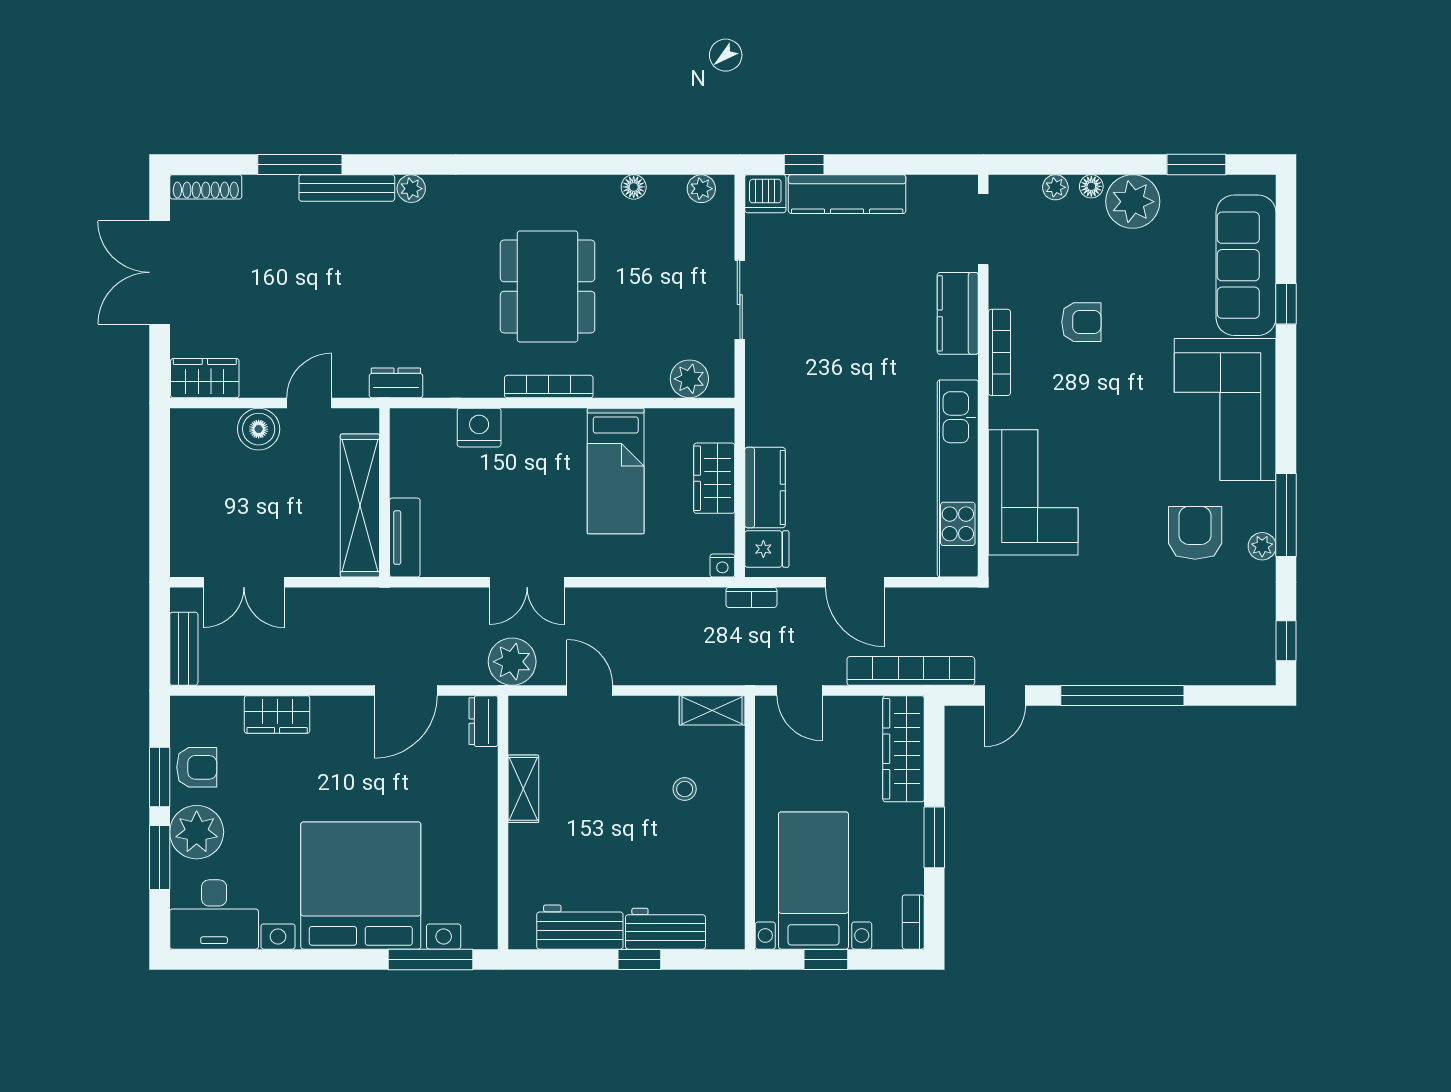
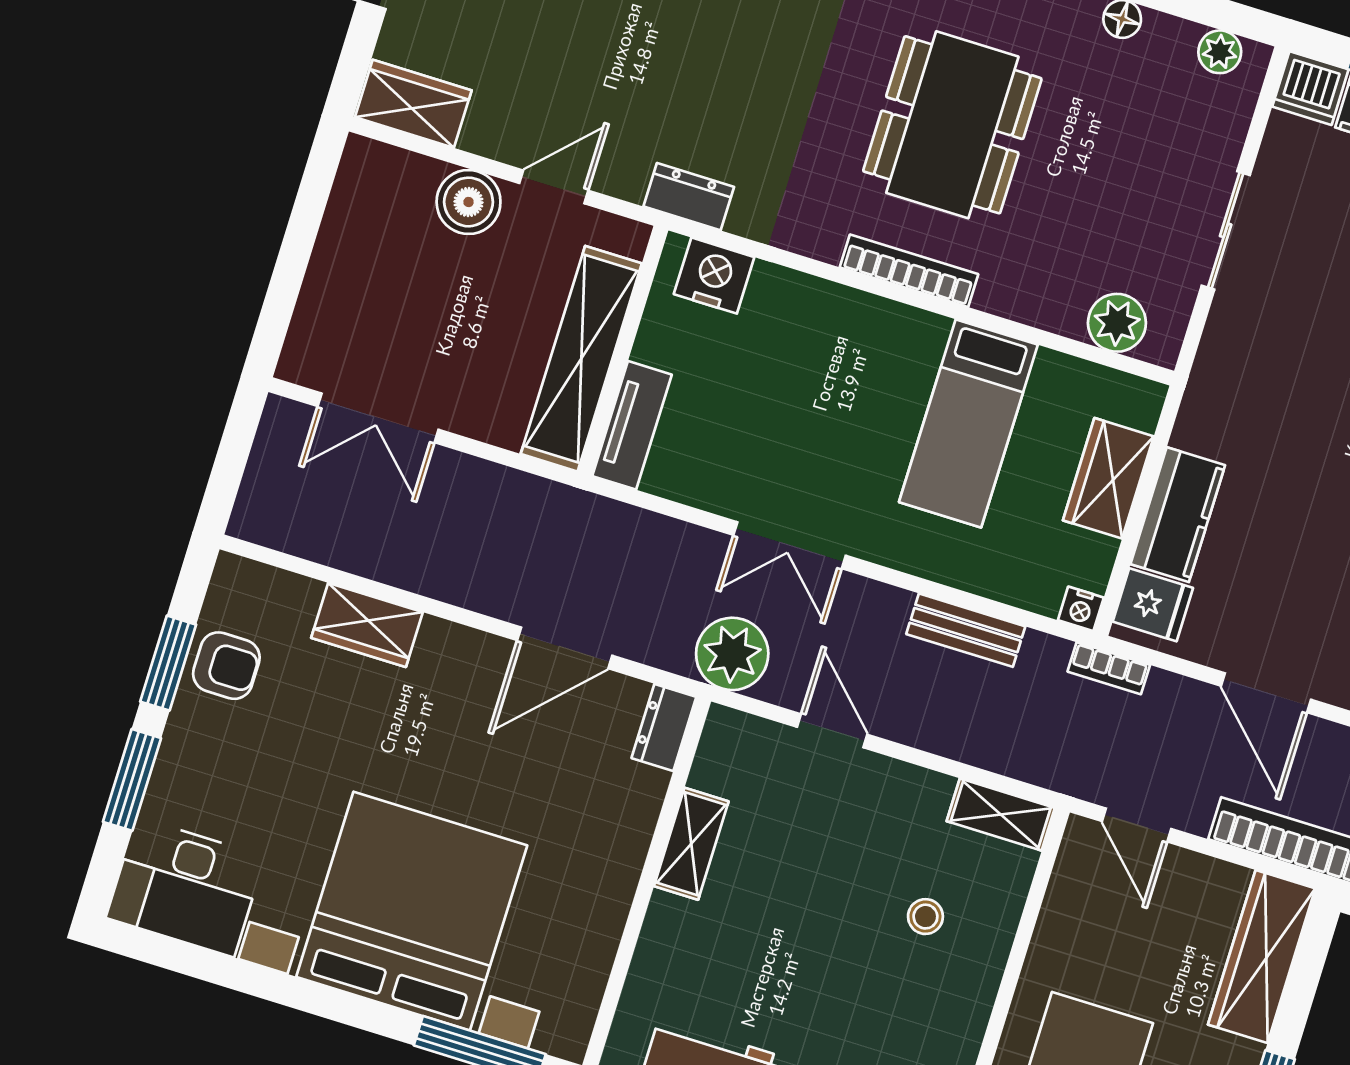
nightstand: (479, 428) -> (714, 276), moved
bench: (184, 649) -> (966, 630), moved, turned 90
plant: (197, 832) -> (197, 760), removed

